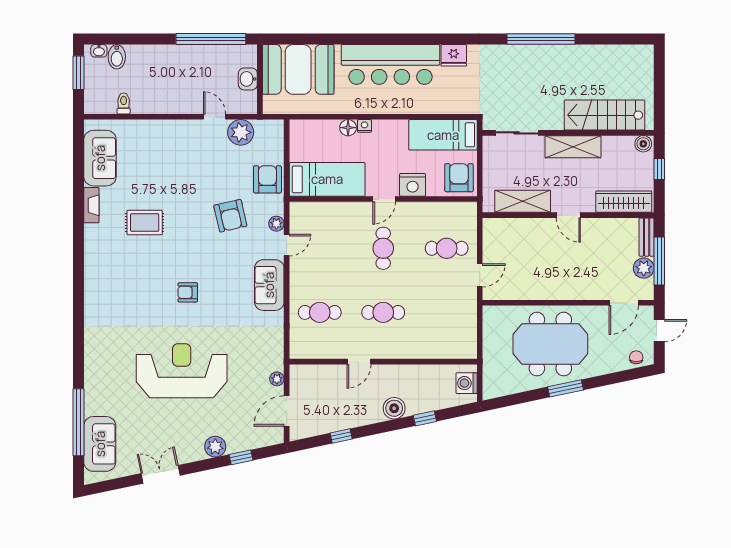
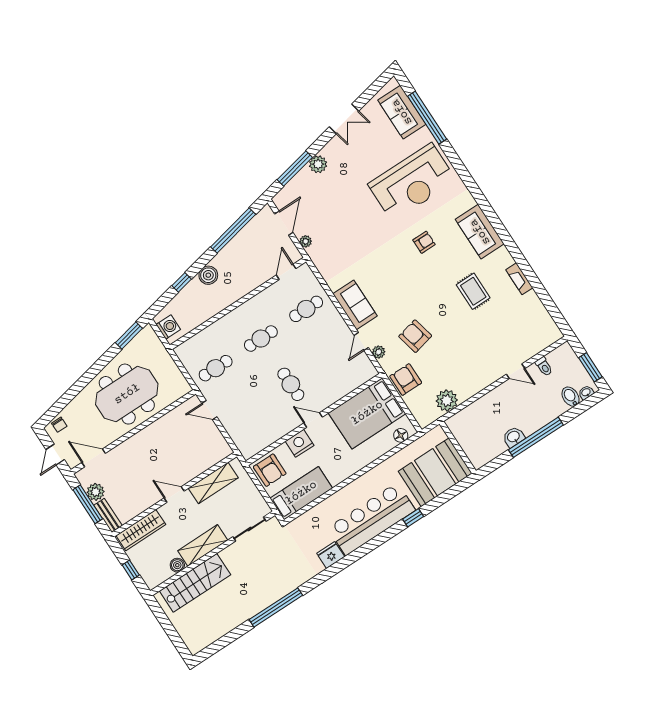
window: (211, 39) -> (536, 437), moved
window: (349, 39) -> (413, 518), added
washbasin: (248, 79) -> (514, 437), moved, turned -90
door: (215, 117) -> (516, 371), moved
nightstand: (364, 126) -> (361, 463), removed
floor lamp: (348, 128) -> (401, 435), moved
boiler: (643, 144) -> (177, 565), moved
sofa: (100, 158) -> (480, 232), moved
armchair: (267, 179) -> (406, 380), turned 180
bed: (327, 179) -> (367, 413), width x1.50
door: (384, 199) -> (313, 420), hinge flipped
rug: (145, 223) -> (473, 291), turned 90
cafe table: (447, 248) -> (216, 368), moved
door: (480, 275) -> (209, 410), hinge flipped
armchair: (188, 292) -> (424, 242), moved
door: (624, 303) -> (94, 458), hinge flipped
door: (359, 362) -> (286, 272), moved
reception desk: (182, 371) -> (412, 182), moved
window: (565, 388) -> (129, 335), moved
window: (341, 436) -> (233, 231), width x3.17
window: (241, 457) -> (295, 169), width x2.17

